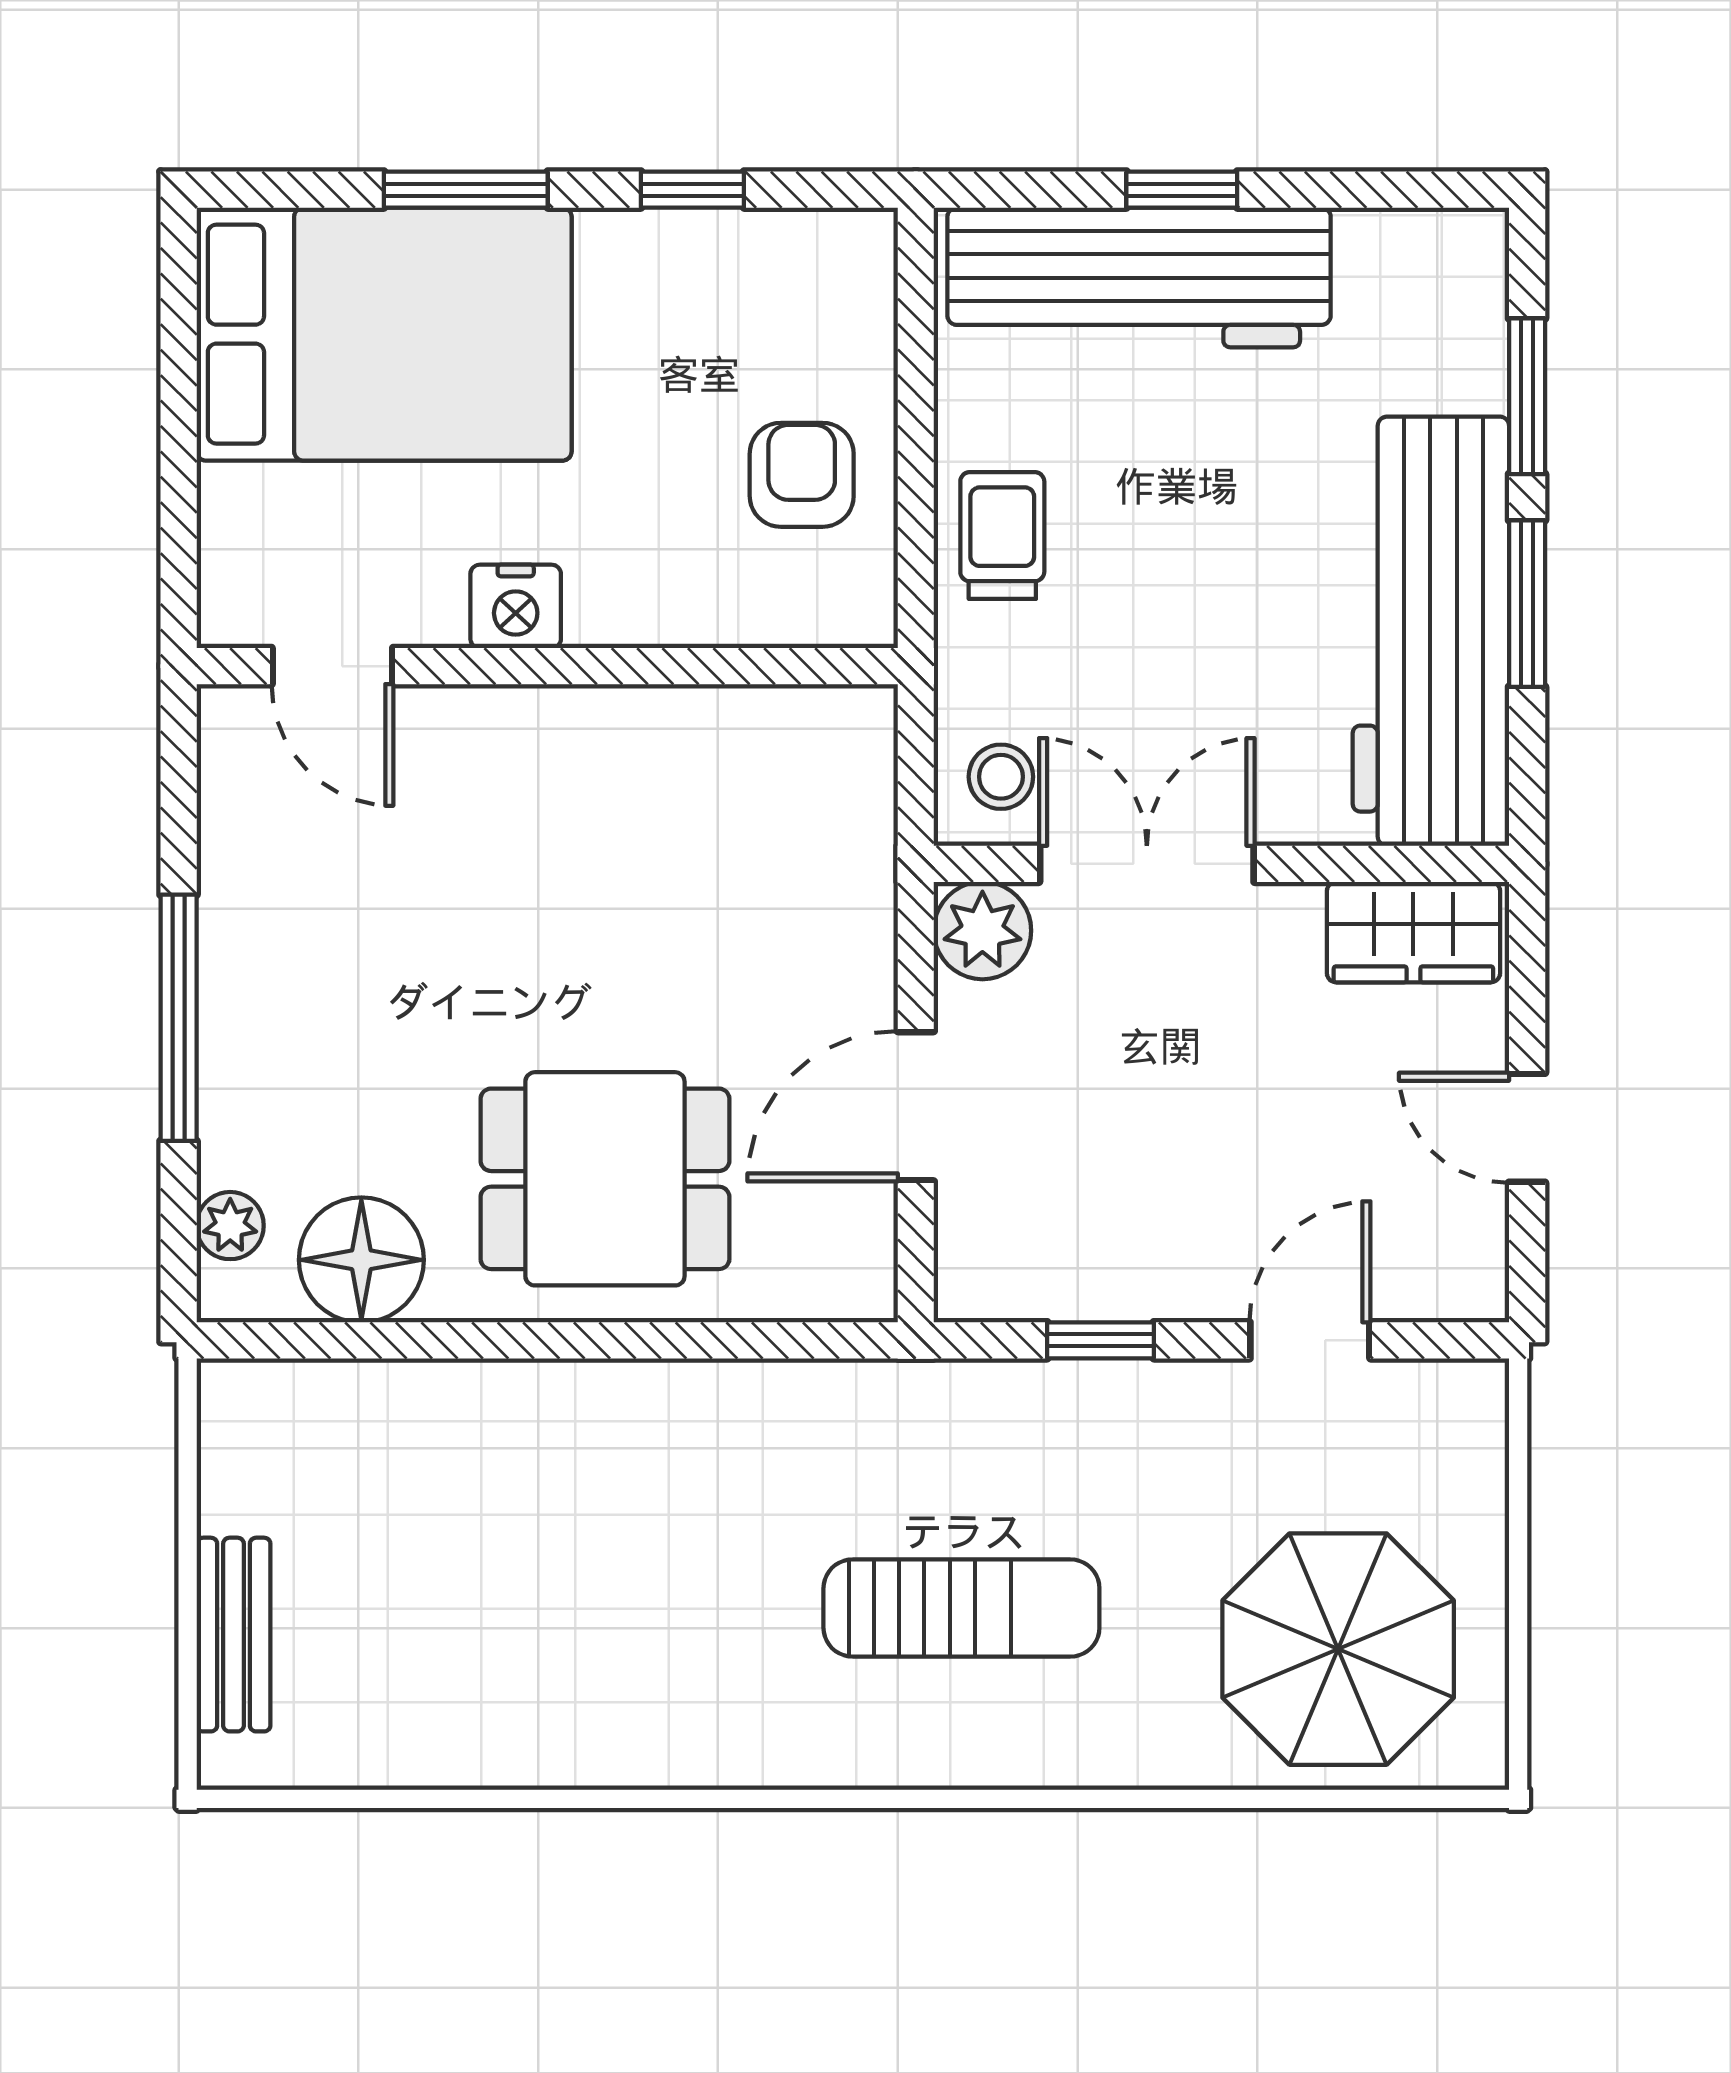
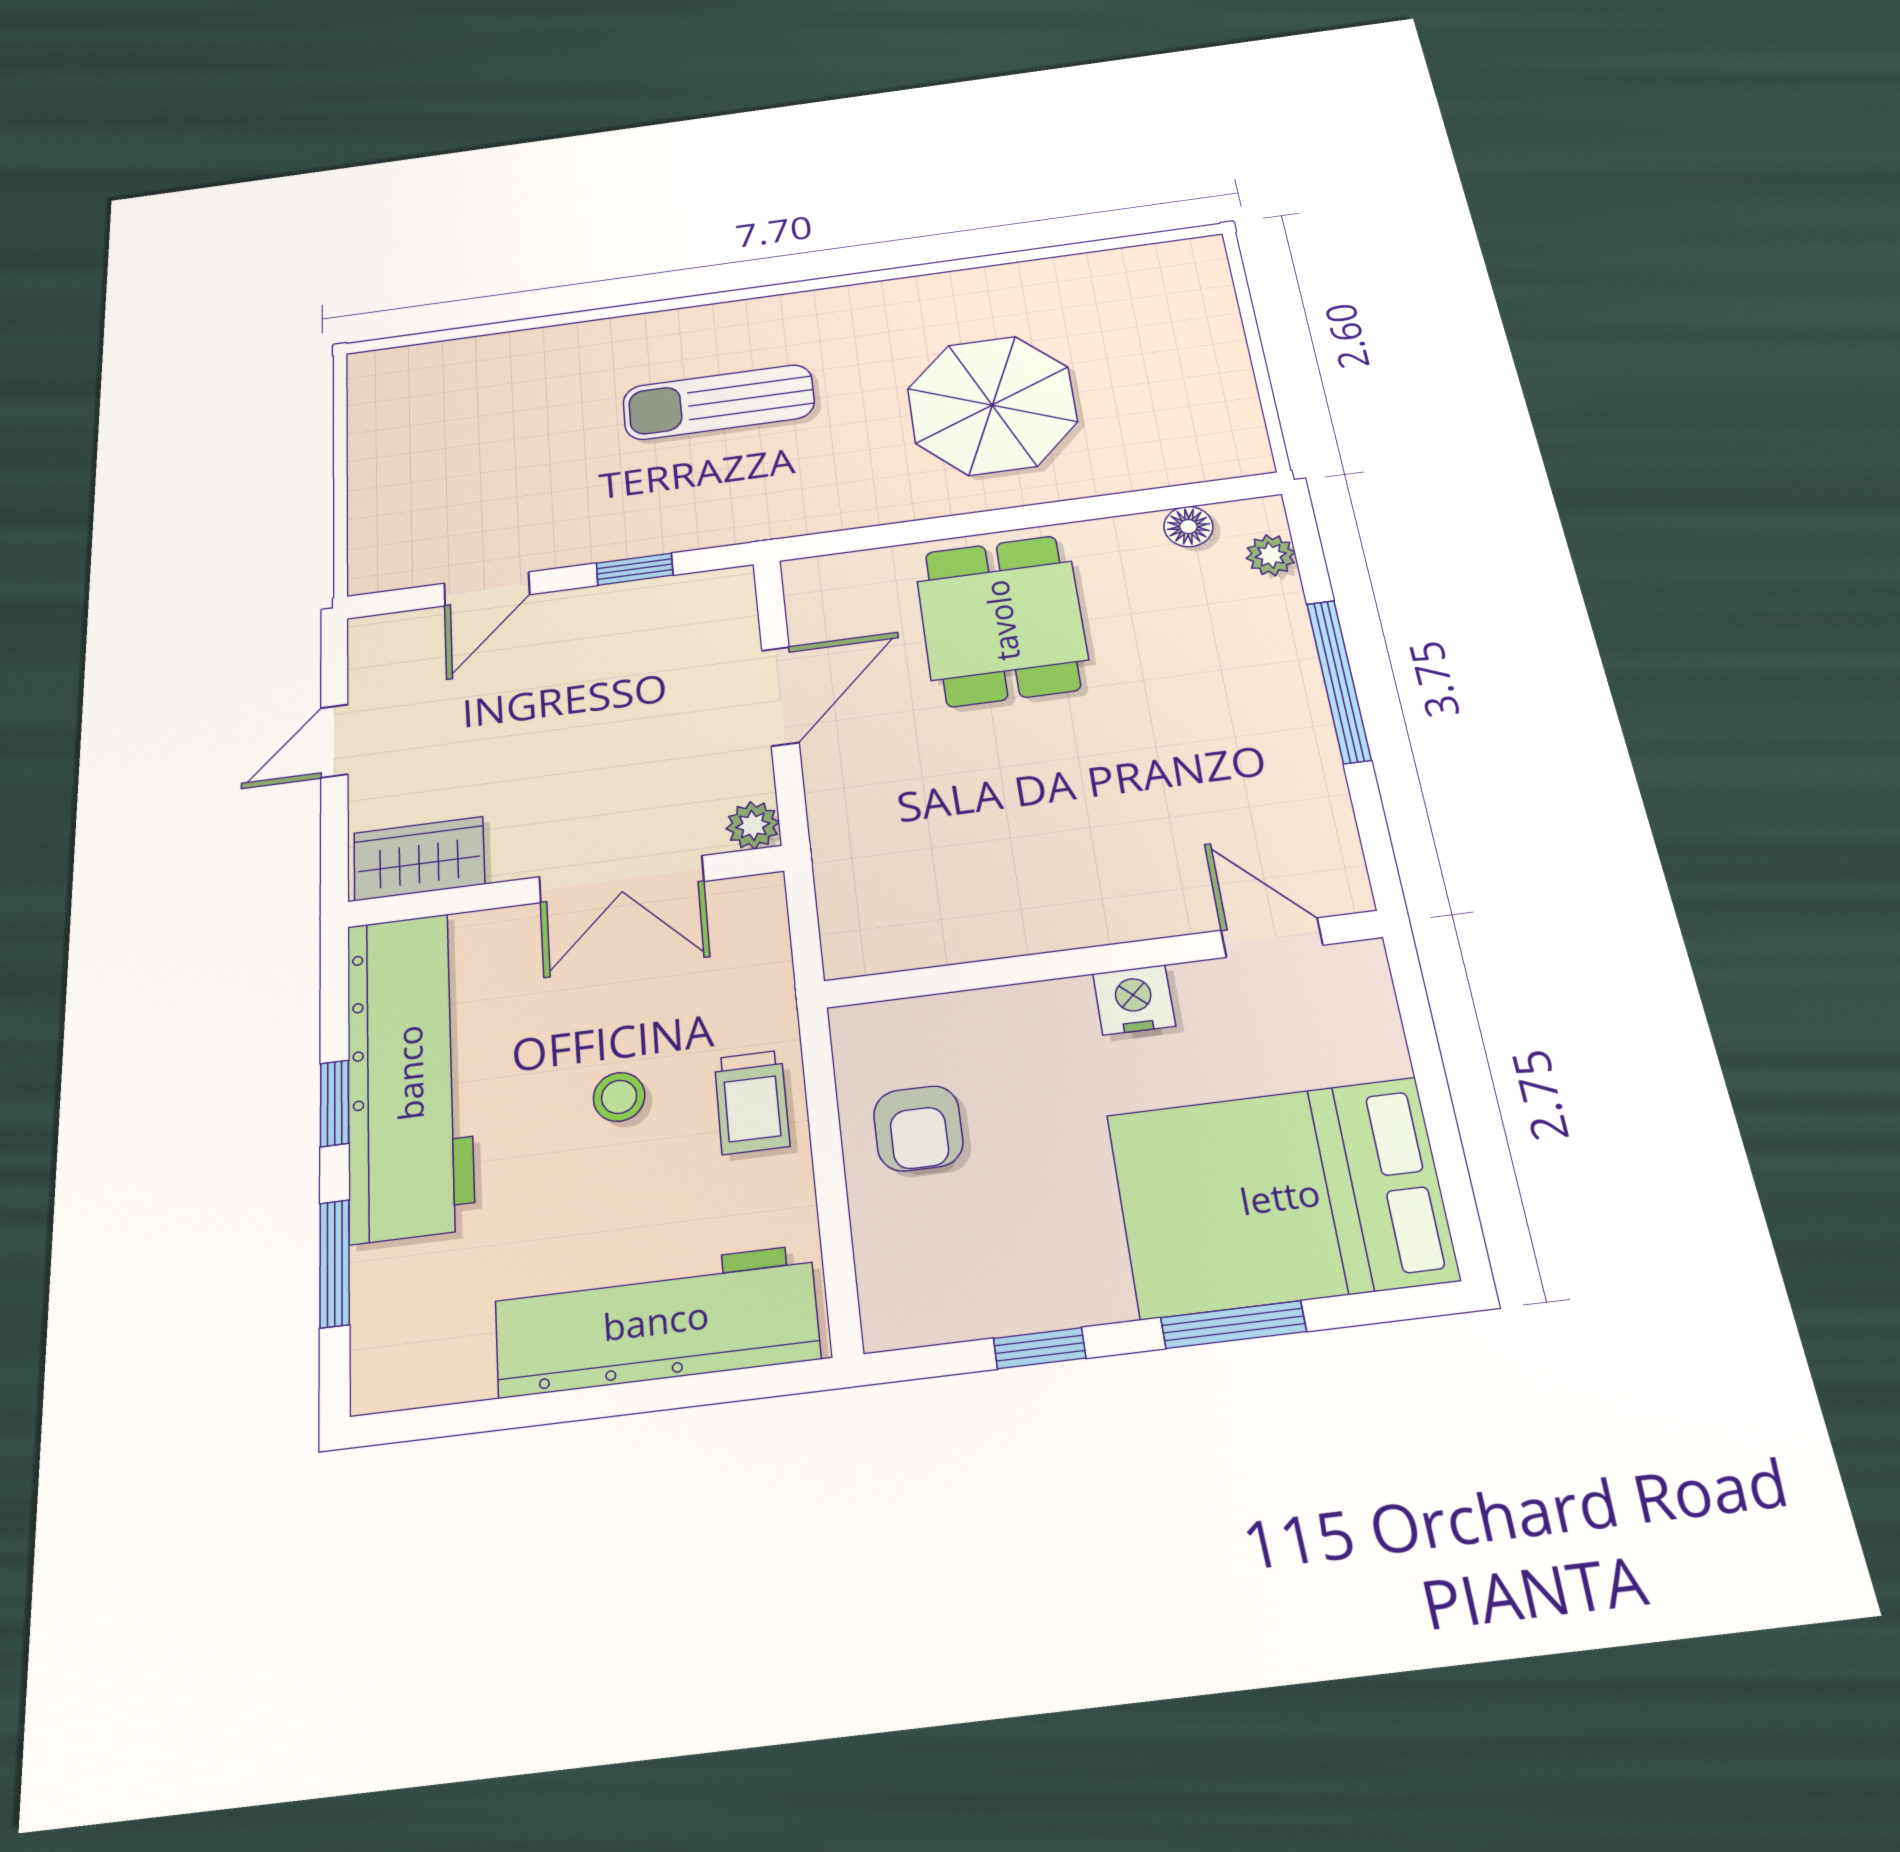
window: (1182, 190) -> (625, 1399), removed
window: (1527, 604) -> (335, 1103), width x0.67
stool: (1001, 777) -> (619, 1097), moved
plant: (982, 931) -> (753, 825), width x0.73, depth x0.73
door: (1527, 1128) -> (334, 741), swing flipped
dining table: (605, 1179) -> (1002, 620), turned 90
floor lamp: (361, 1260) -> (1188, 527), width x0.53, depth x0.53
bench: (233, 1635) -> (1216, 320), removed
parasol: (1338, 1649) -> (992, 405), moved

